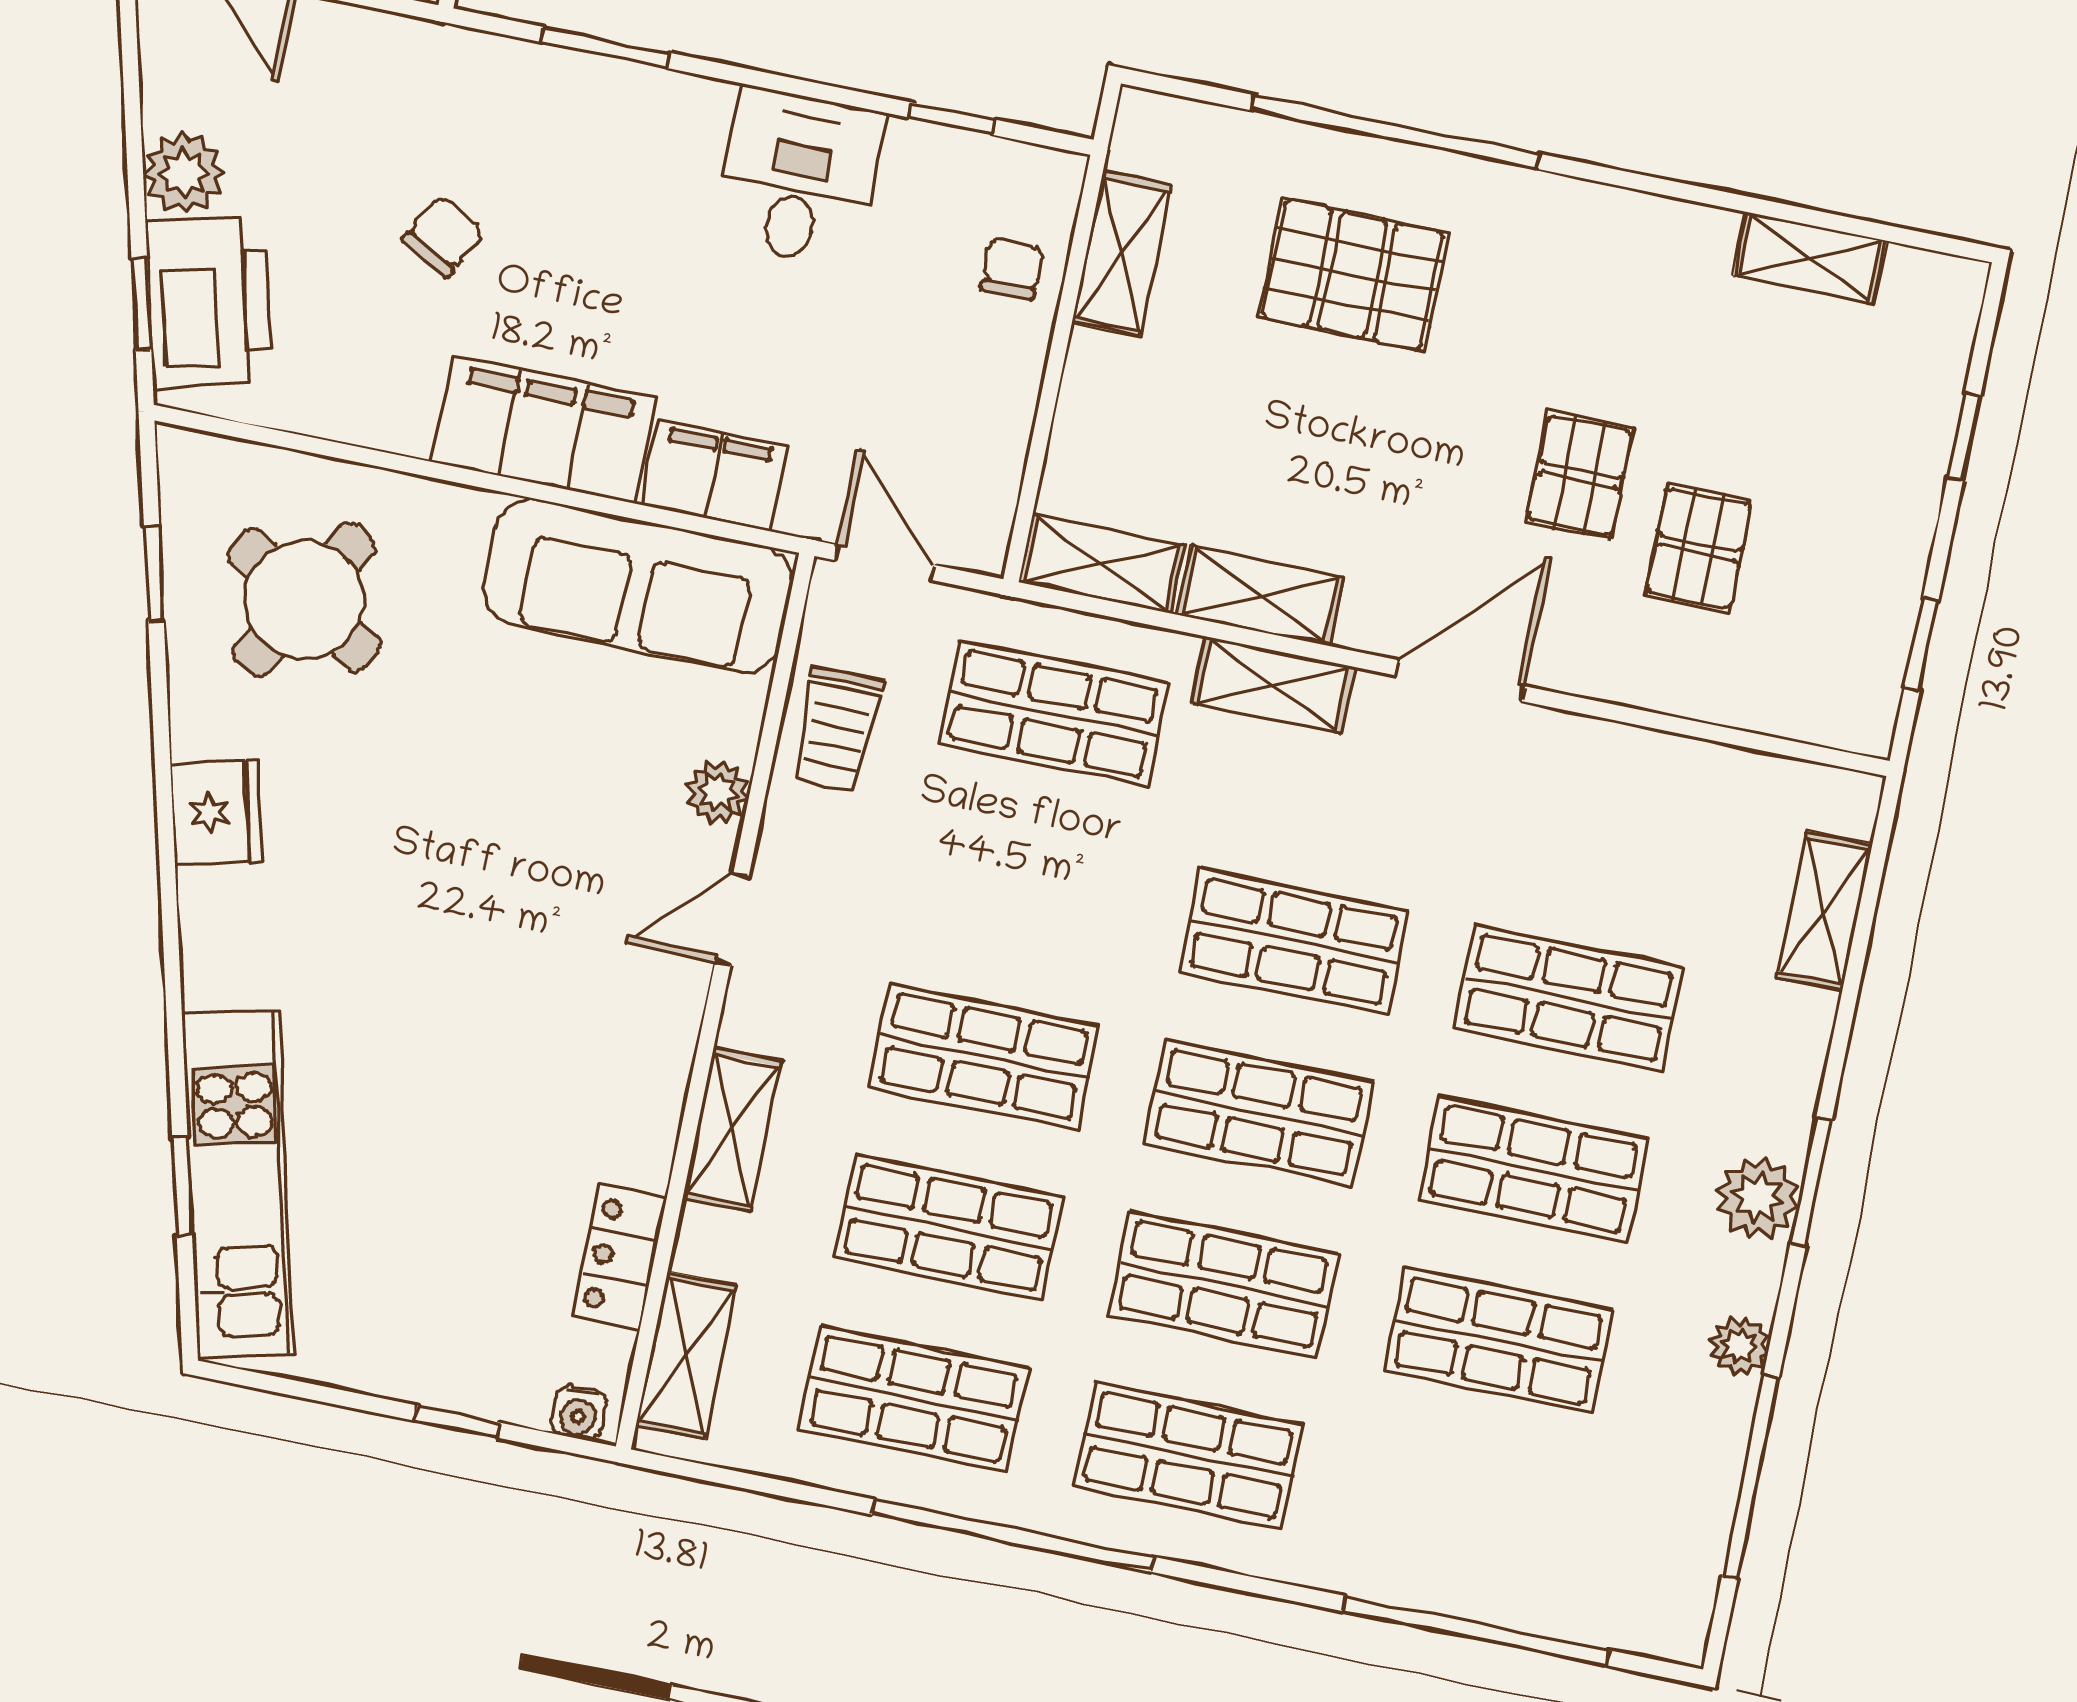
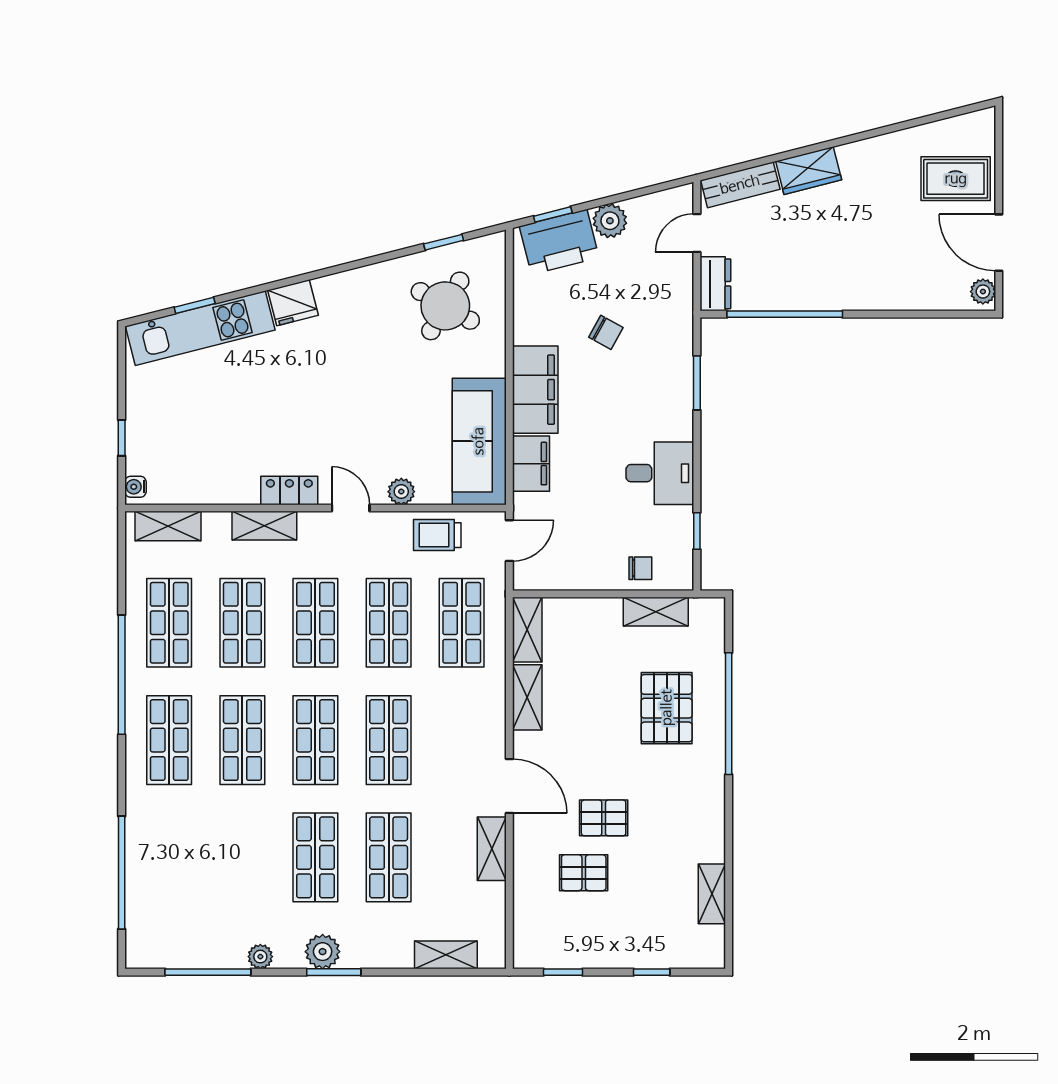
shelving: (1273, 685) -> (492, 849), moved
fridge: (217, 813) -> (293, 303), moved
locker: (620, 1257) -> (289, 491), moved
shop shelf: (1498, 1340) -> (389, 623), moved

